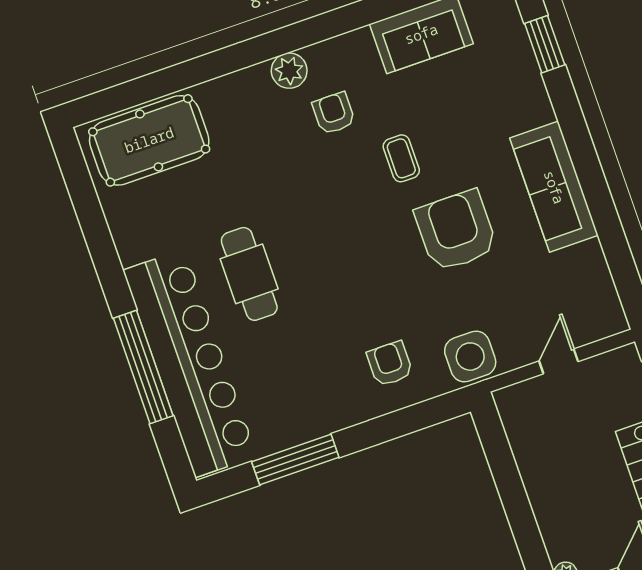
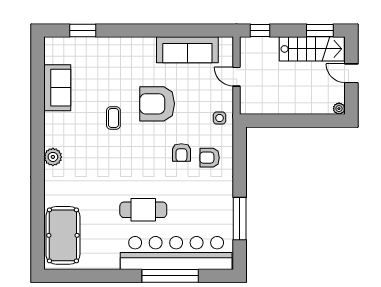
armchair: (334, 113) -> (181, 153), moved, turned -90
coffee table: (401, 158) -> (113, 118), turned 90
sofa: (554, 187) -> (187, 50), moved
side table: (470, 357) -> (220, 118), width x0.54, depth x0.54

